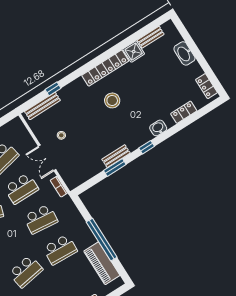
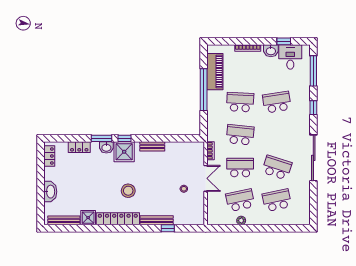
bench: (151, 37) -> (64, 220), width x1.36
bench: (42, 106) -> (157, 220), moved
shower: (139, 135) -> (124, 152), added
window: (115, 167) -> (101, 138), moved

